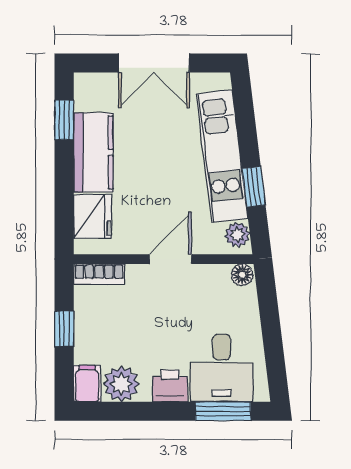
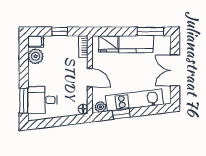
window: (64, 120) -> (150, 32), width x1.50
printer: (170, 386) -> (35, 78), removed

